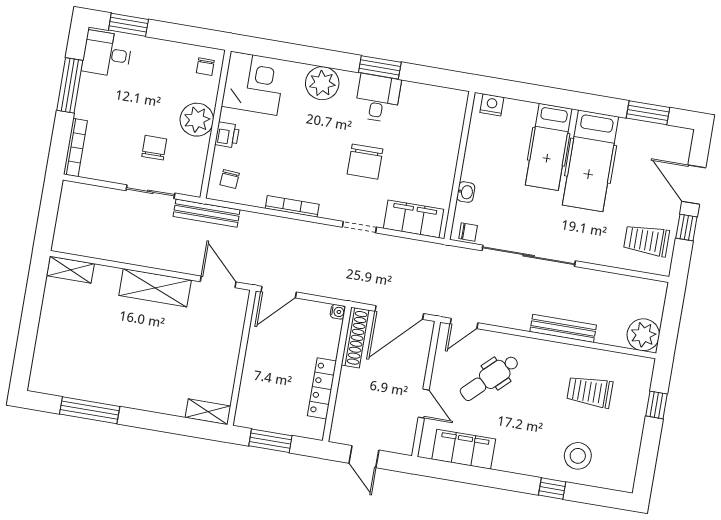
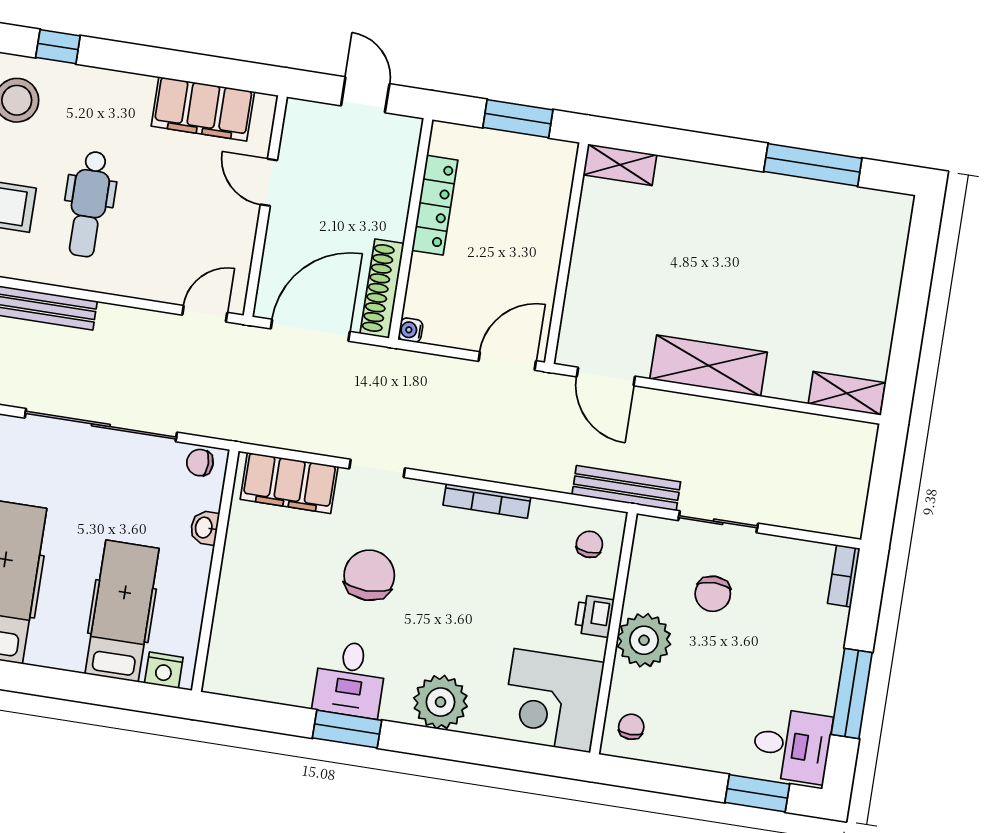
hospital bed: (549, 147) -> (122, 611), moved
bookcase: (75, 148) -> (844, 576), width x0.64
dental chair: (489, 378) -> (89, 204), moved, turned 134

